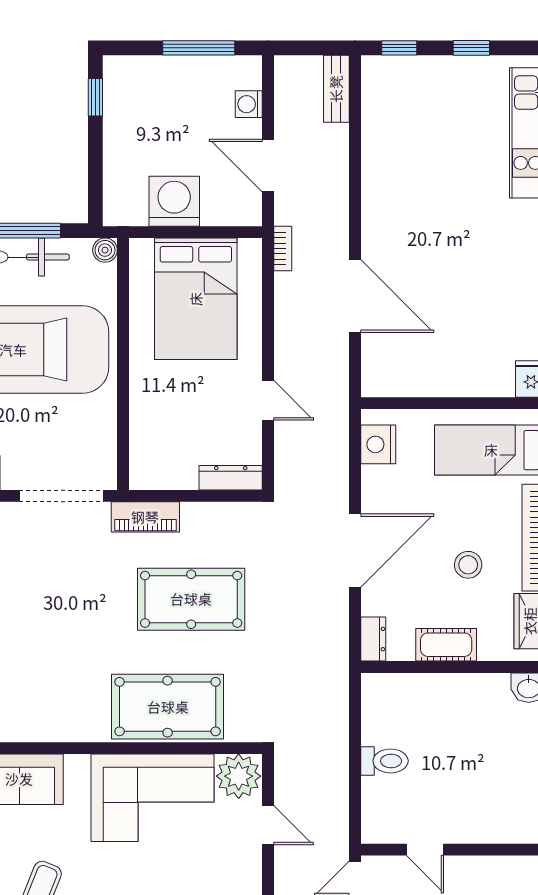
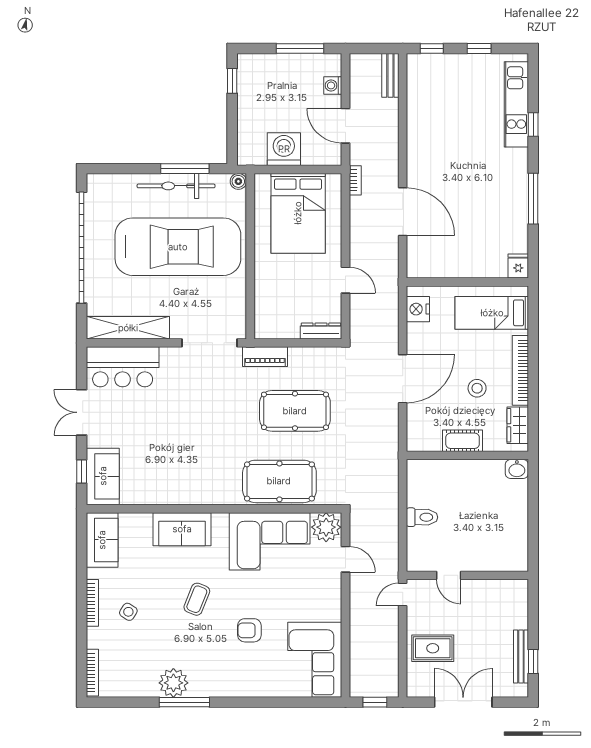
dresser: (373, 639) -> (415, 437), removed

